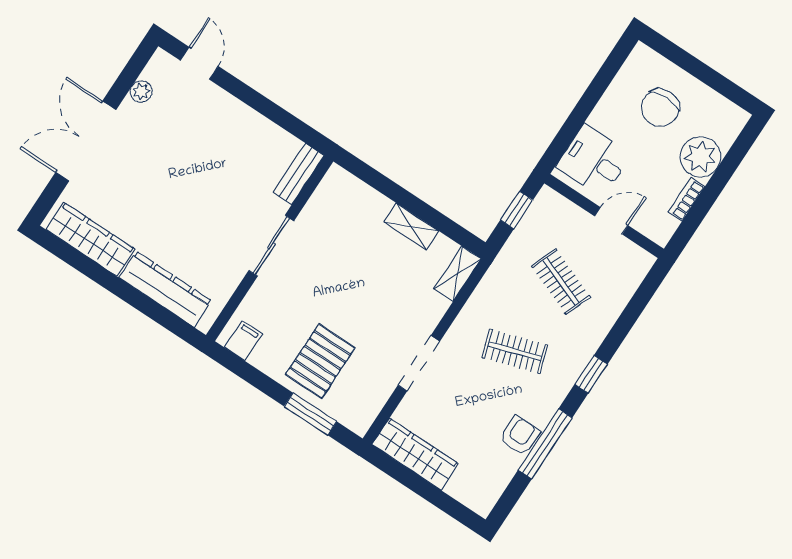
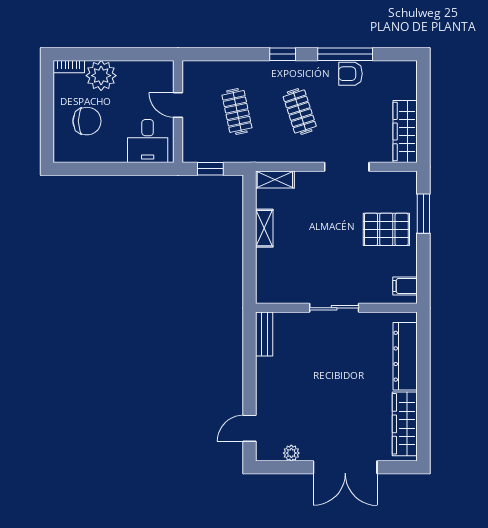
bench: (299, 174) -> (264, 334), moved, turned 90
bookcase: (687, 199) -> (69, 67), moved
clothes rail: (561, 282) -> (237, 111), turned -33

